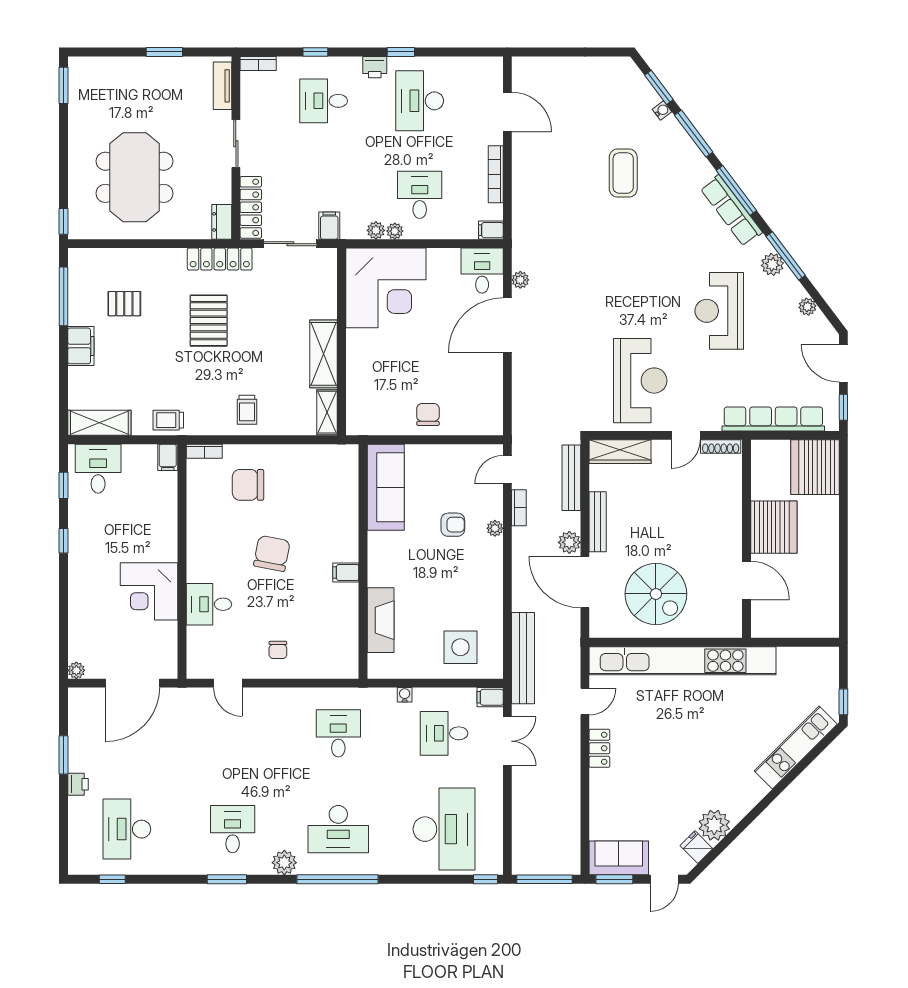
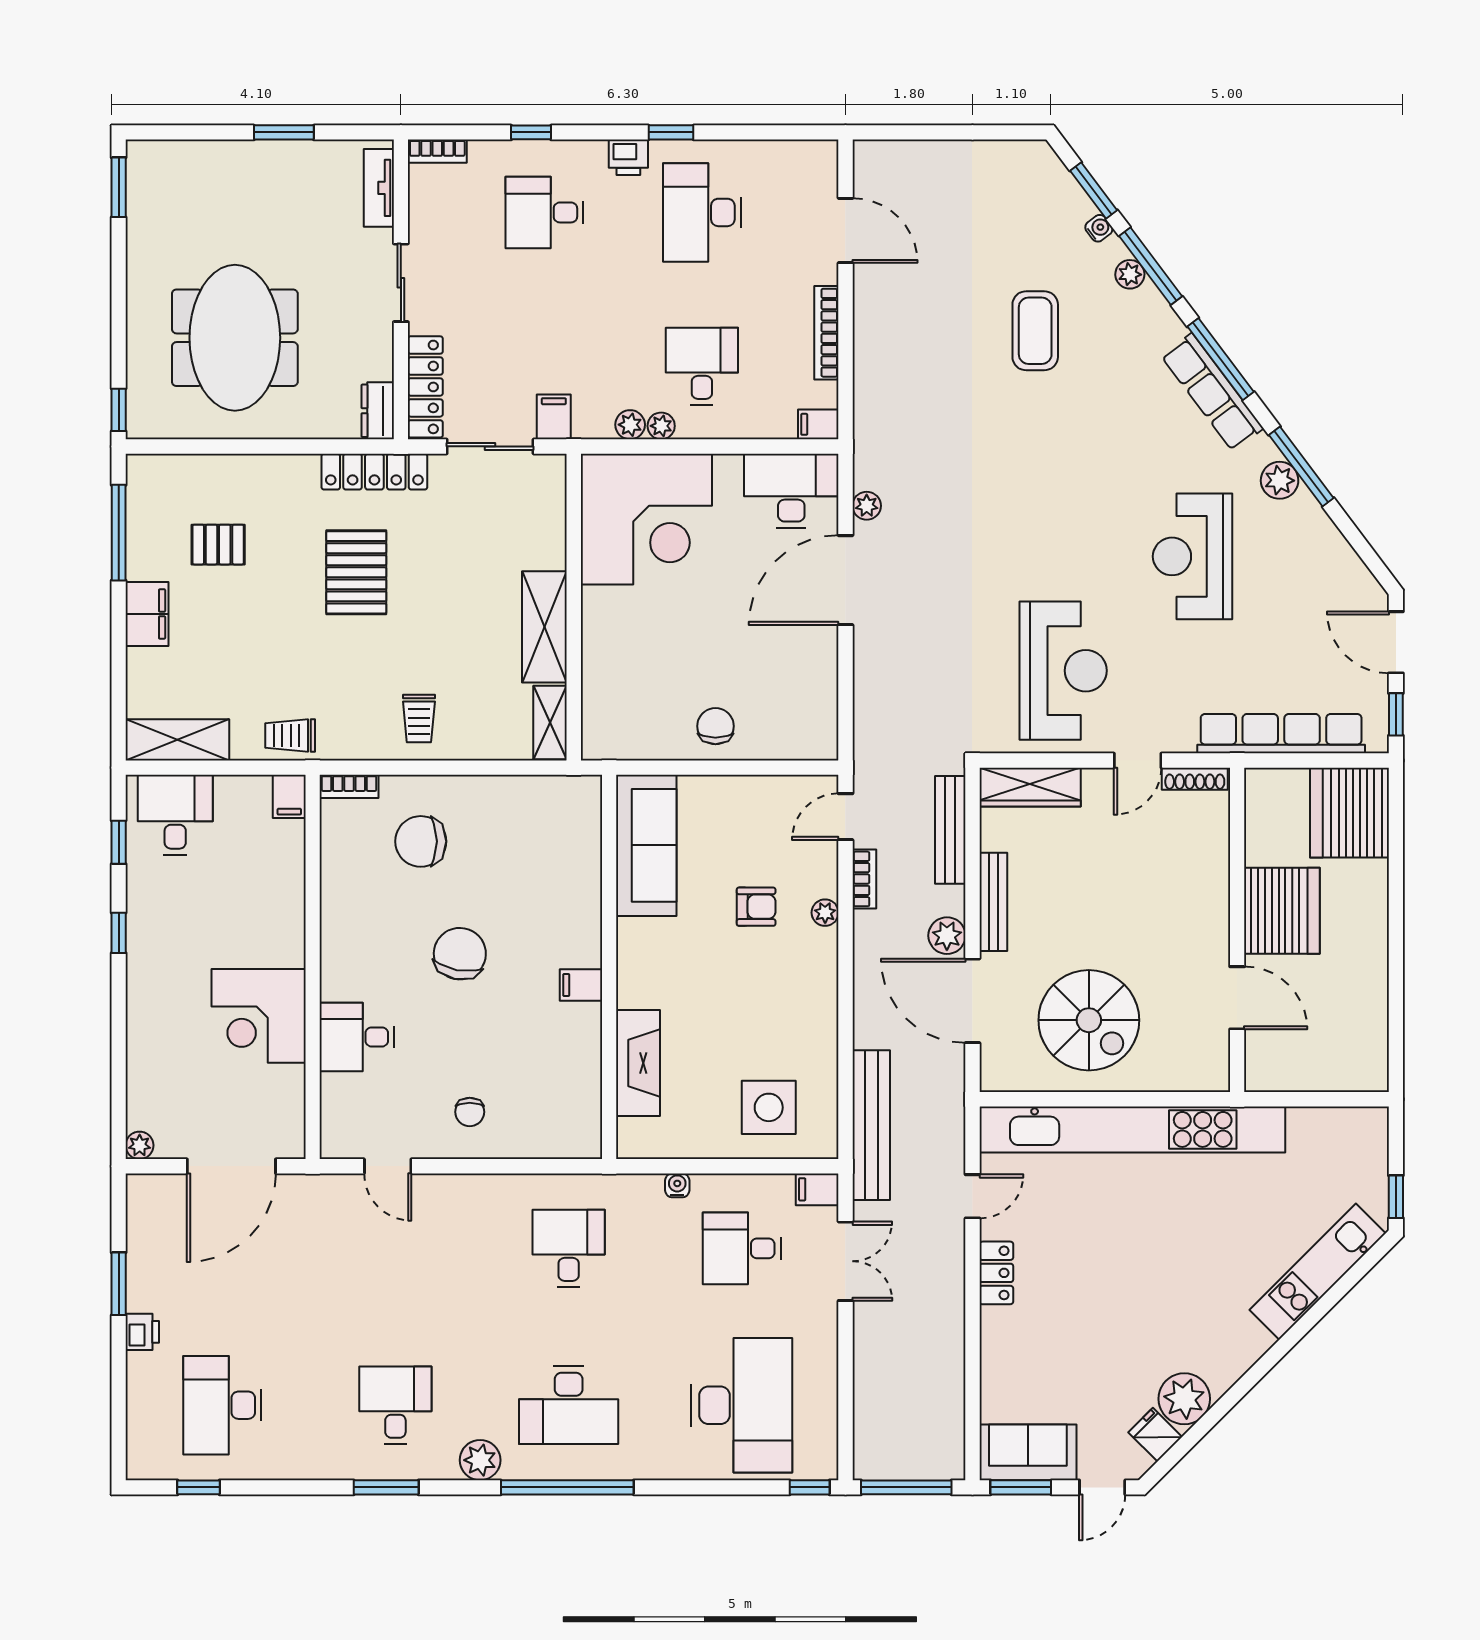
desk: (482, 271) -> (791, 491), width x1.37
plant: (807, 307) -> (1130, 274), moved

